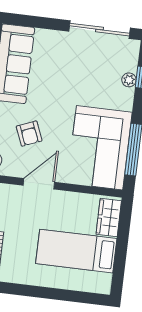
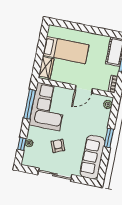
sliding door: (99, 30) -> (55, 175), moved
armchair: (29, 134) -> (58, 146), moved

